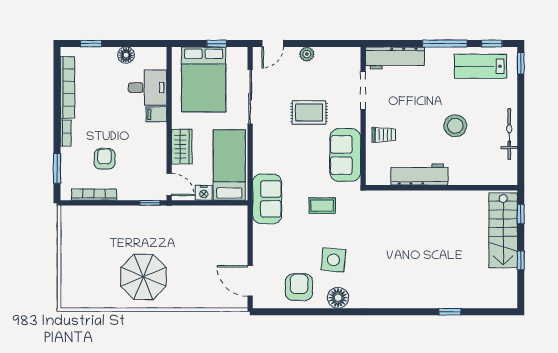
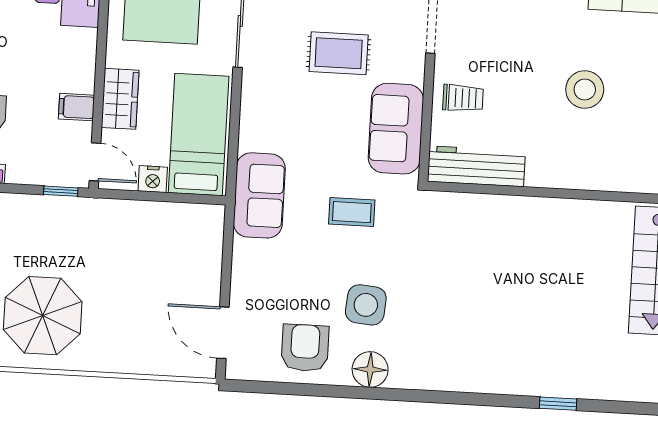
filing cabinet: (156, 114) -> (76, 107), moved
workbench: (420, 175) -> (476, 166), moved

